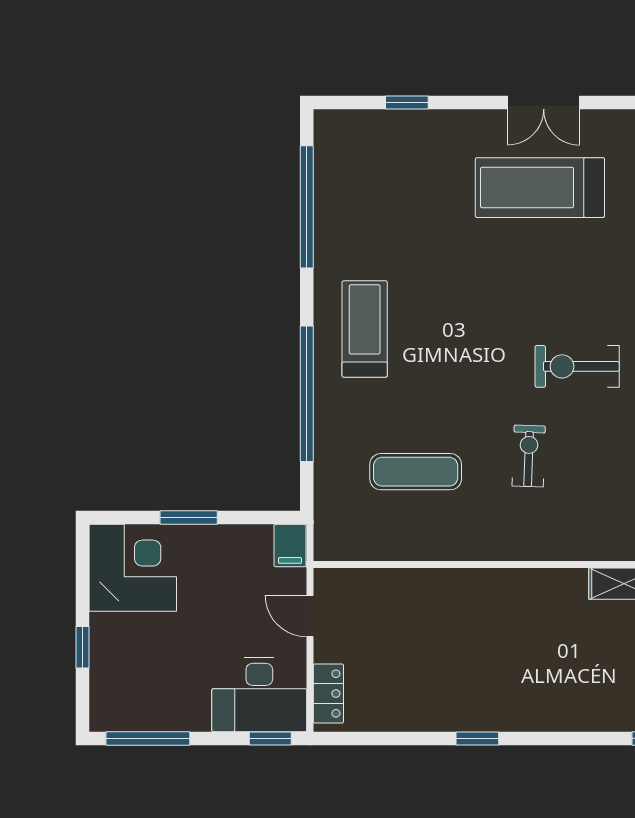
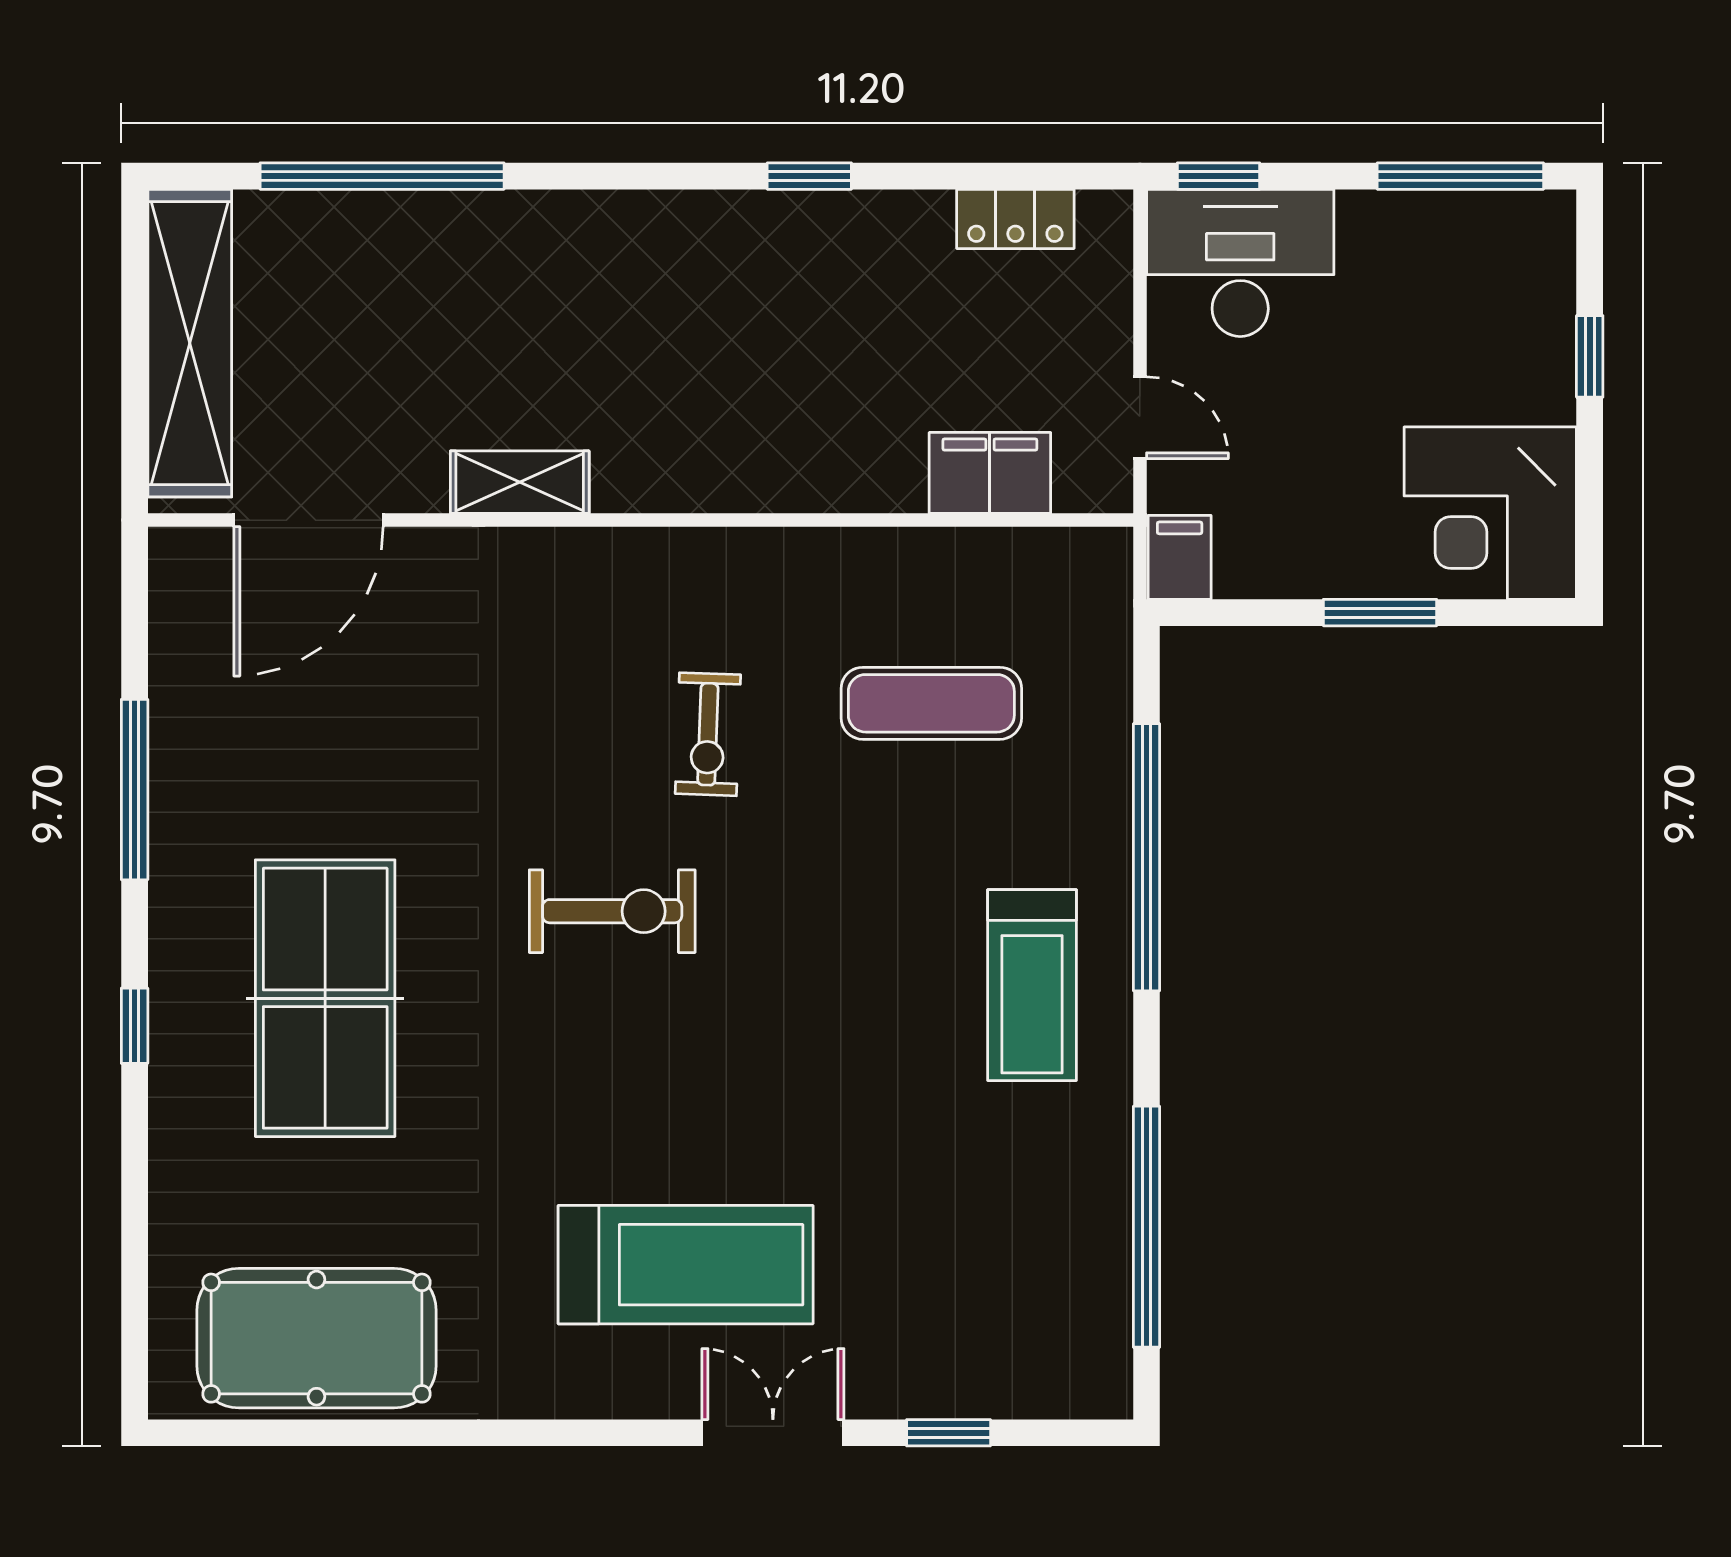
double door: (544, 102) -> (773, 1433), moved
filing cabinet: (386, 588) -> (990, 473), added
locker: (328, 694) -> (1015, 219), moved, turned -90

